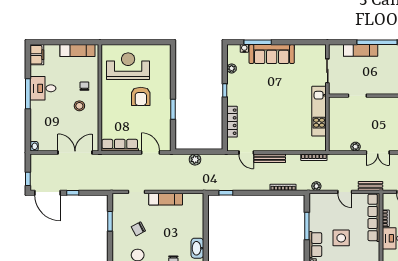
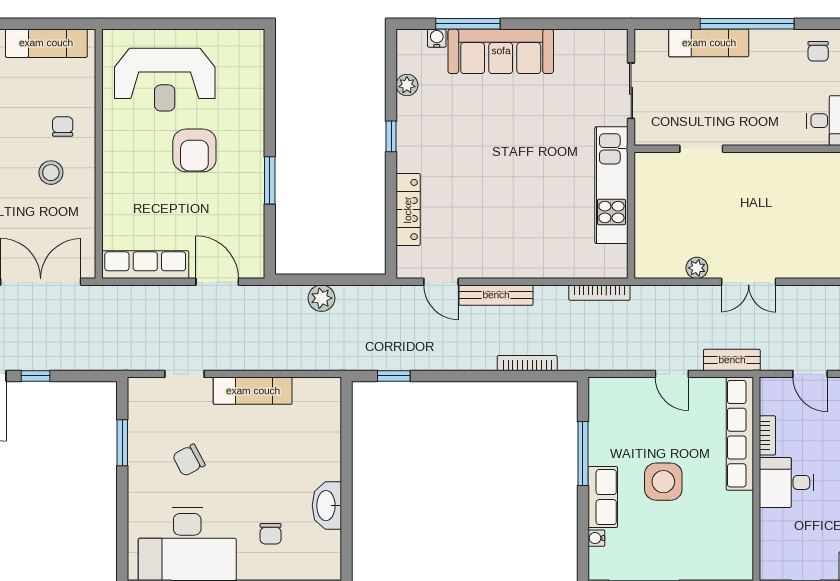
reception desk: (128, 66) -> (165, 80), turned 180
plant: (316, 186) -> (605, 360), removed

